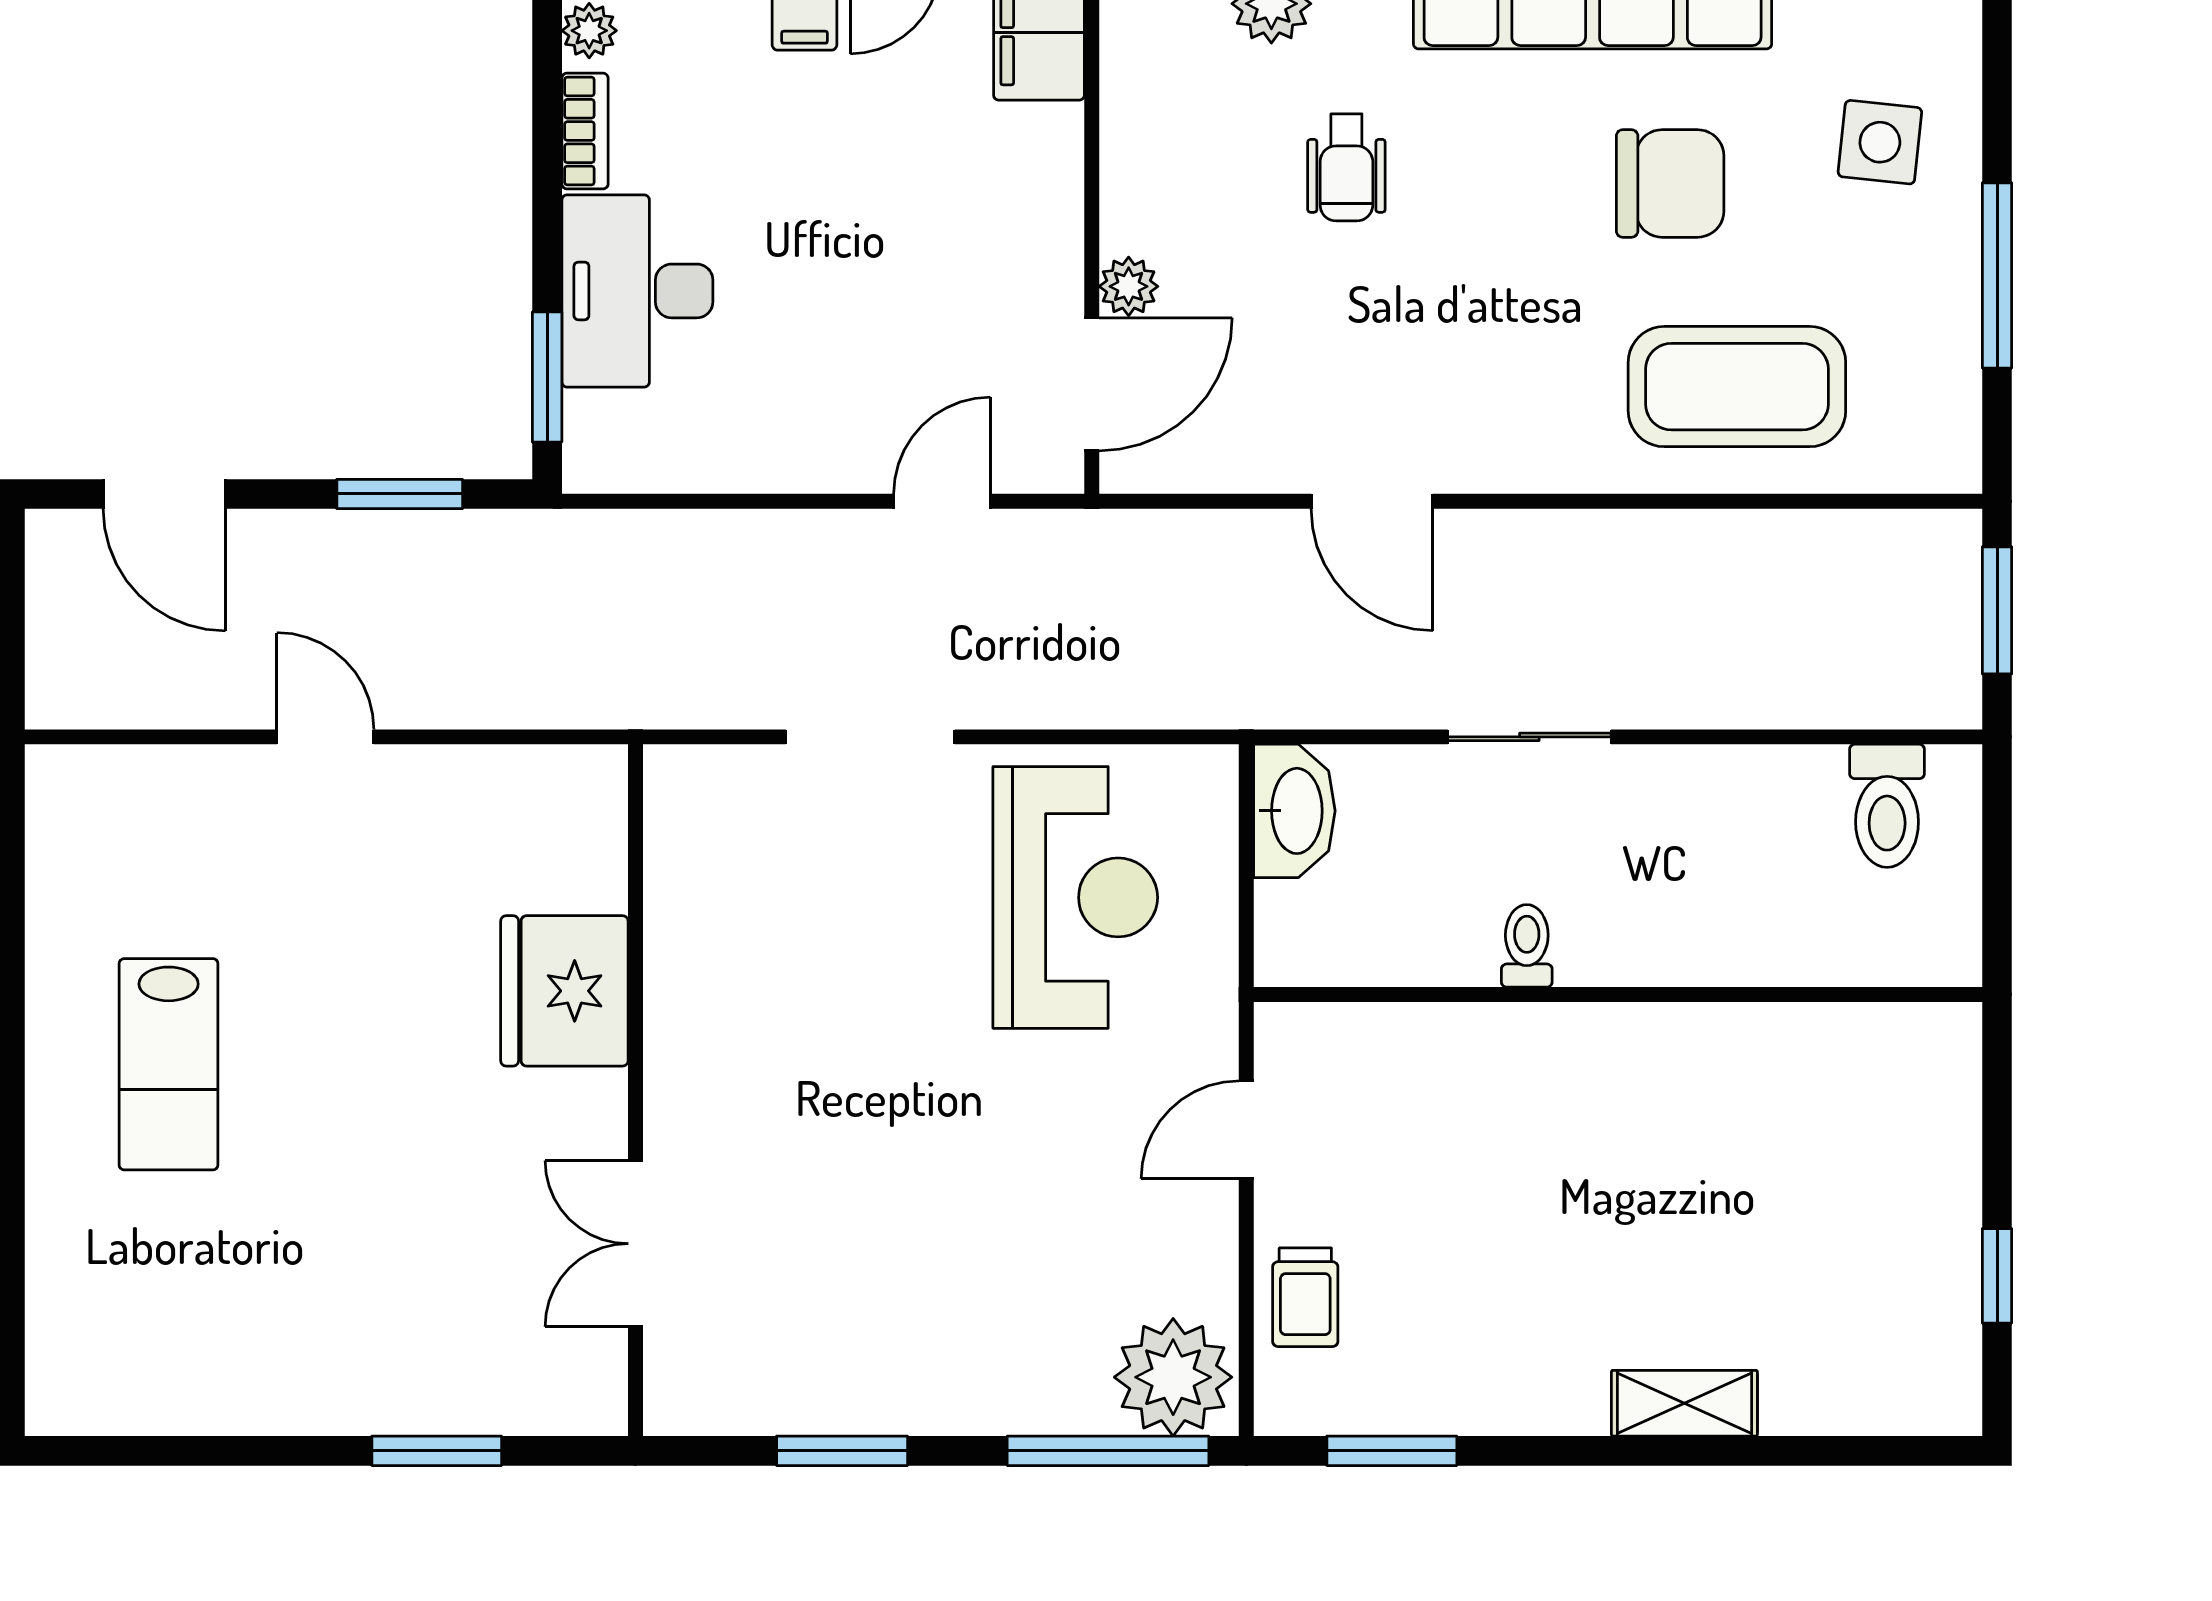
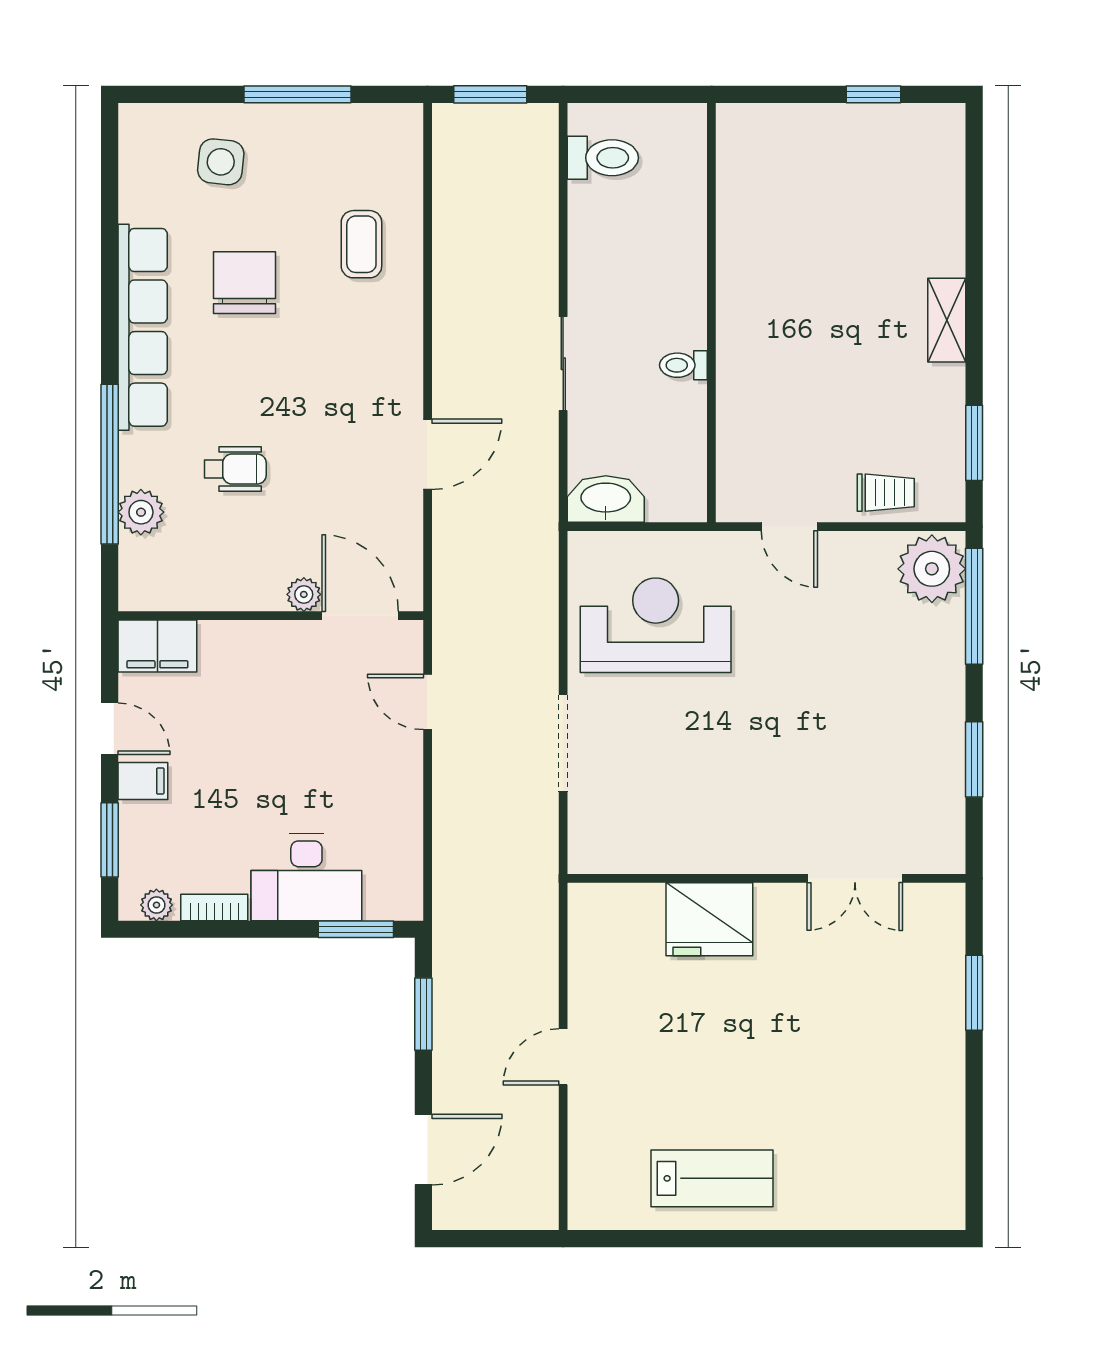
coffee table: (1737, 387) -> (361, 244), width x0.54, depth x0.58
lab bench: (169, 1064) -> (712, 1178), moved
shelving: (1684, 1403) -> (947, 320), moved

